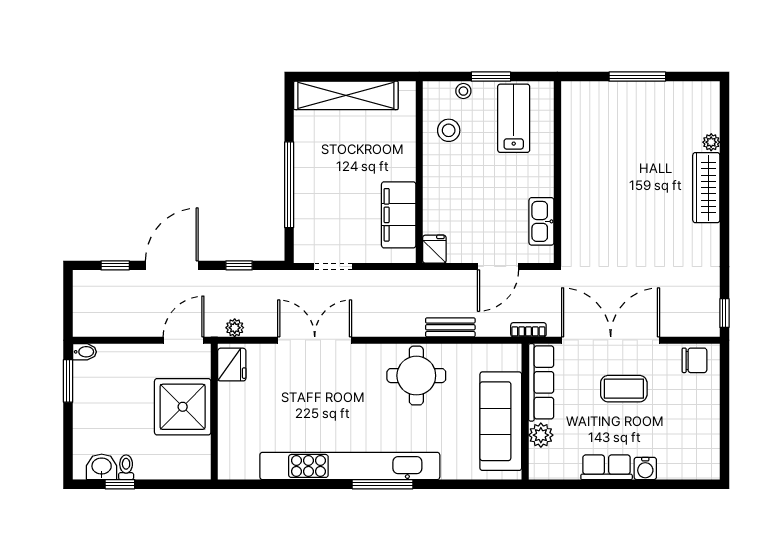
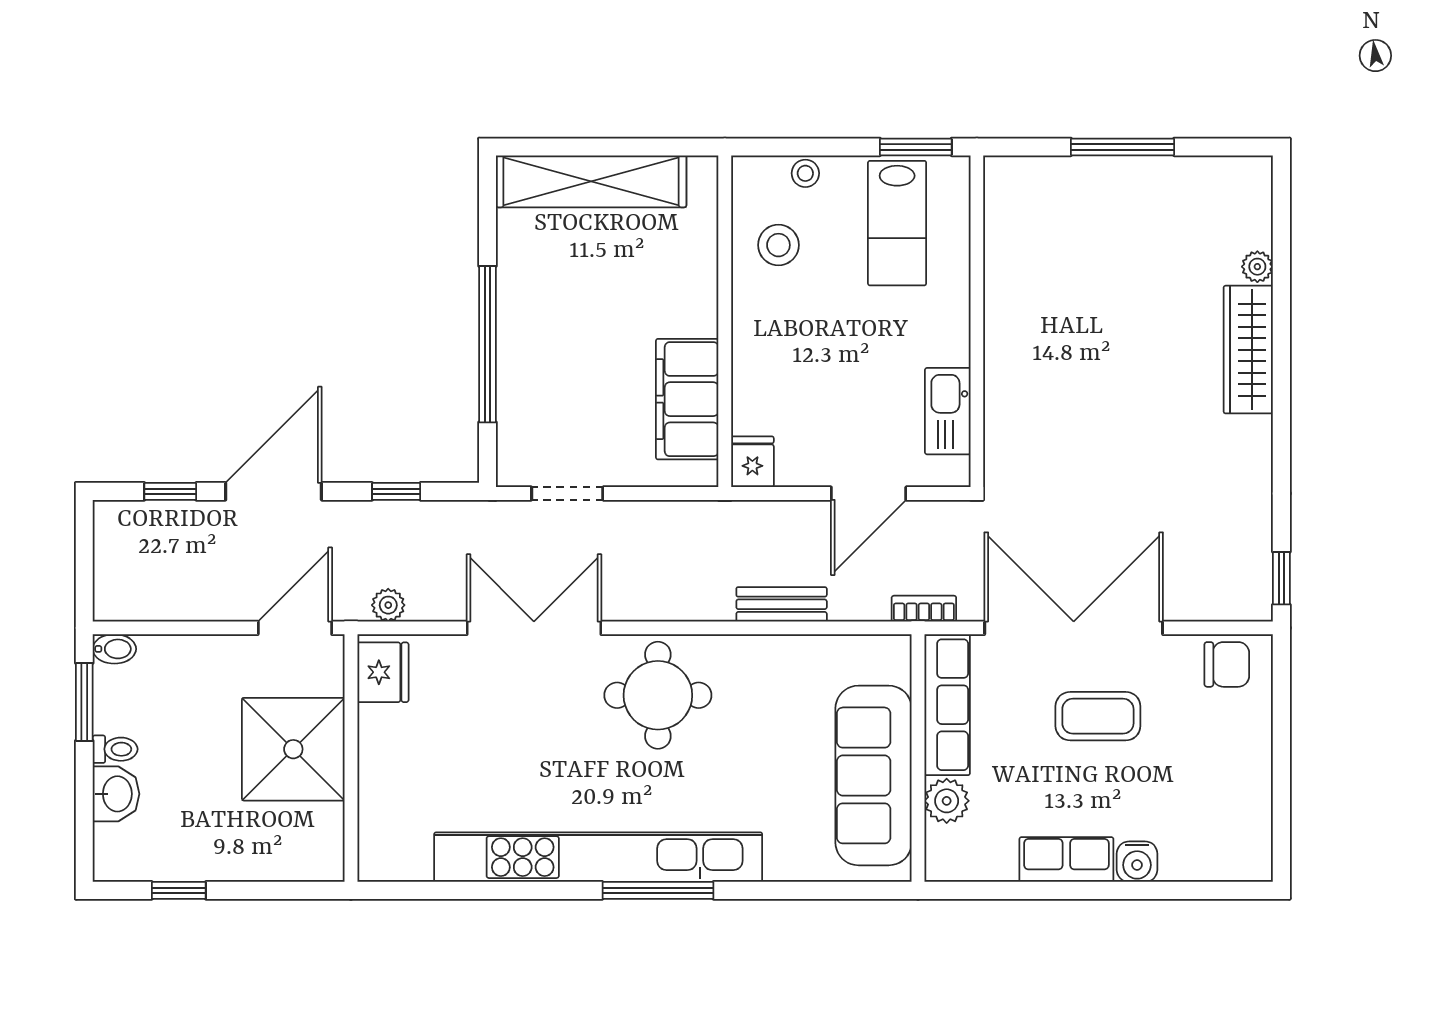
window: (491, 77) -> (916, 147), moved
lab bench: (514, 118) -> (897, 223), turned 180
round table: (416, 376) -> (658, 695), moved
washbasin: (102, 467) -> (116, 794), moved, turned 90
toilet: (126, 467) -> (115, 749), moved, turned 90

